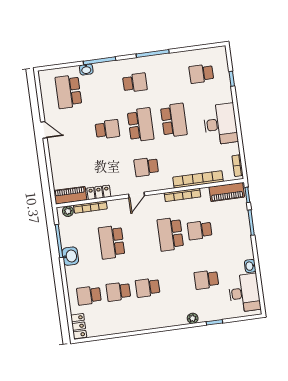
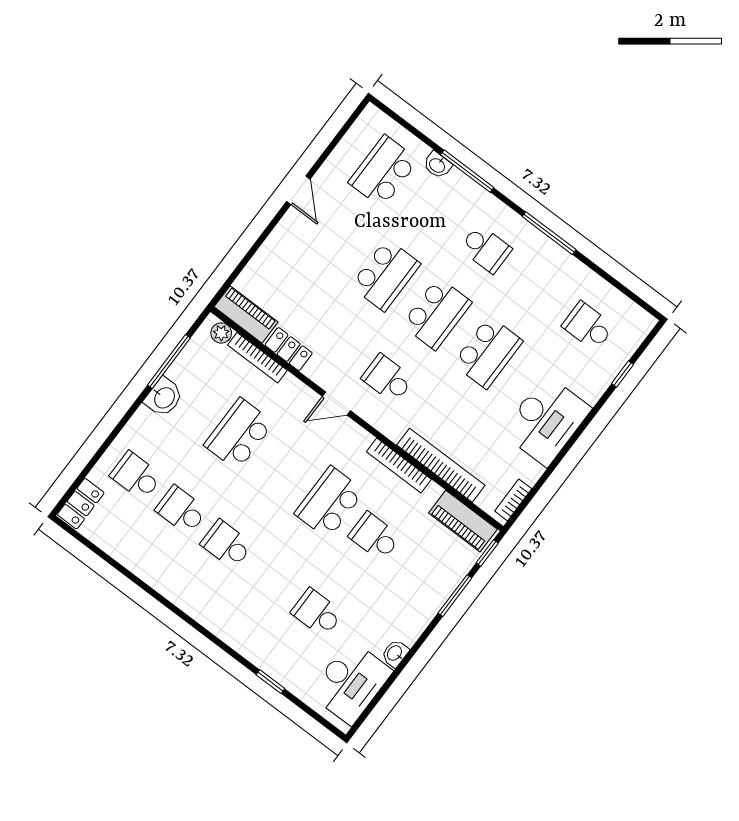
school desk: (107, 129) -> (385, 275), width x1.85
plant: (193, 318) -> (246, 647), removed

